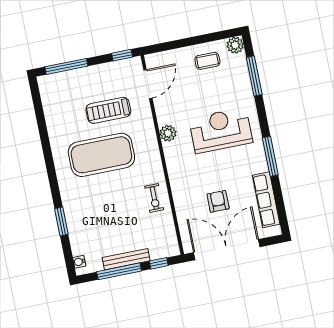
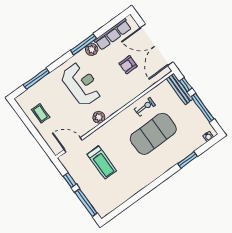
plant: (235, 45) -> (92, 49), moved
window: (122, 55) -> (70, 180), moved
reception desk: (221, 130) -> (81, 84), turned 180
exercise mat: (101, 155) -> (153, 134), moved, turned 90
bench: (126, 259) -> (180, 89), moved

